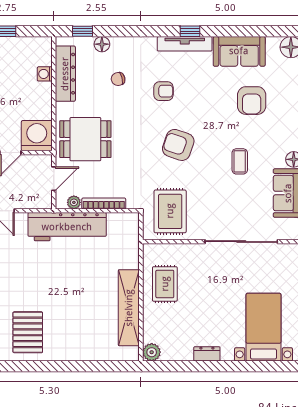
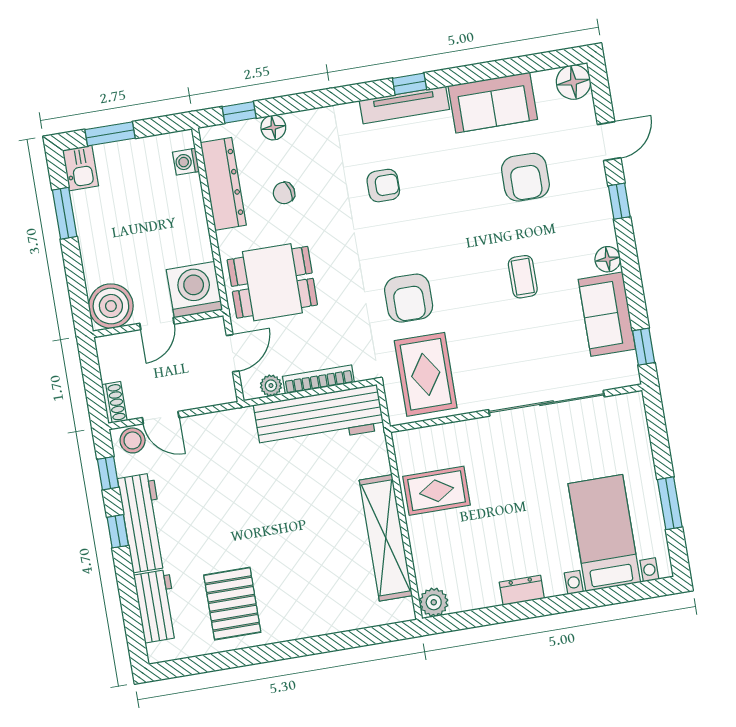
washing machine: (45, 74) -> (186, 162), moved
chair: (118, 79) -> (284, 193), moved
armchair: (178, 145) -> (409, 298), moved, turned -109
workbench: (67, 227) -> (319, 417), moved
rug: (165, 284) -> (437, 491), turned 90

